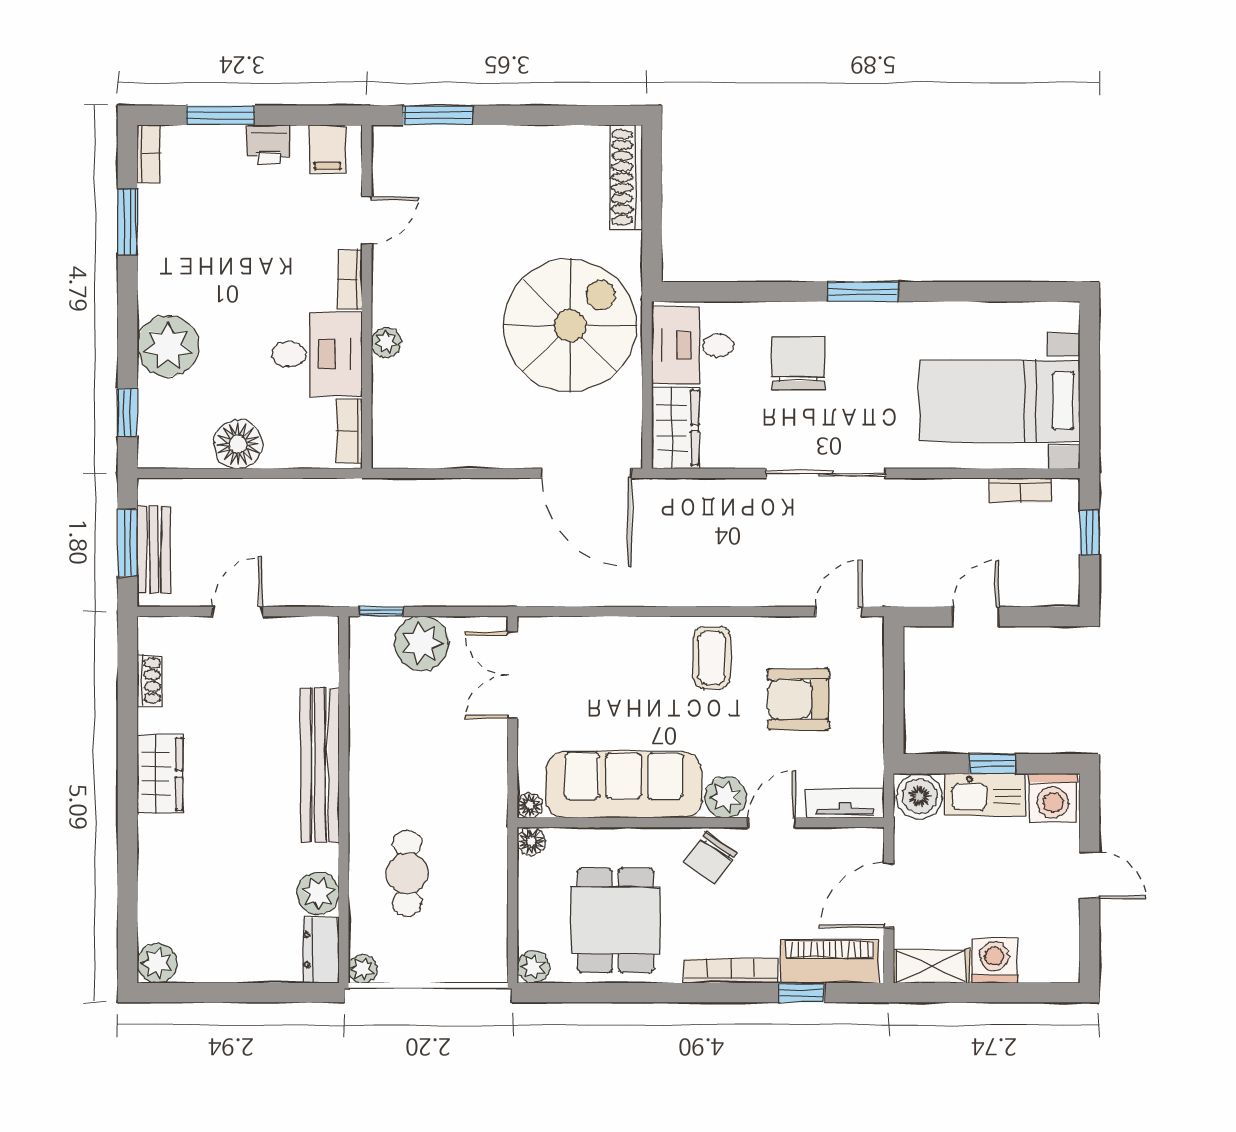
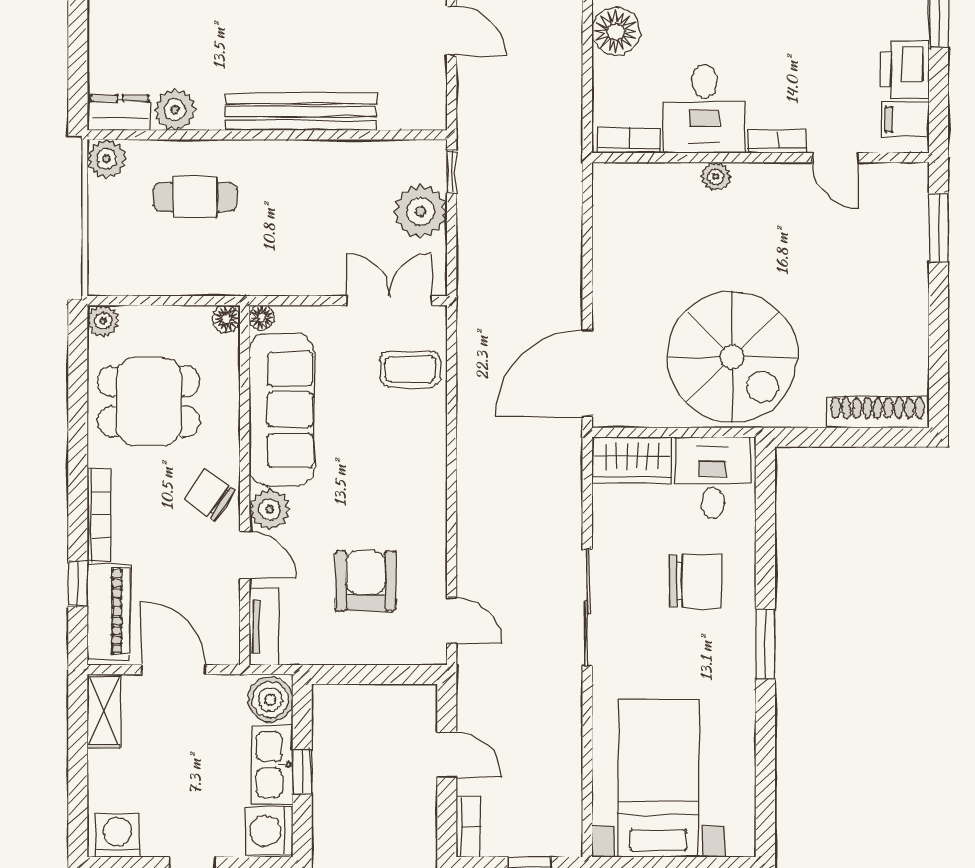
printer: (269, 145) -> (905, 69), width x1.36, depth x1.24
bookcase: (1021, 490) -> (468, 827), moved, turned 180
coffee table: (712, 658) -> (410, 369), moved
washing machine: (994, 961) -> (118, 835), moved, turned -90
plant: (363, 969) -> (107, 159), width x1.38, depth x1.38

